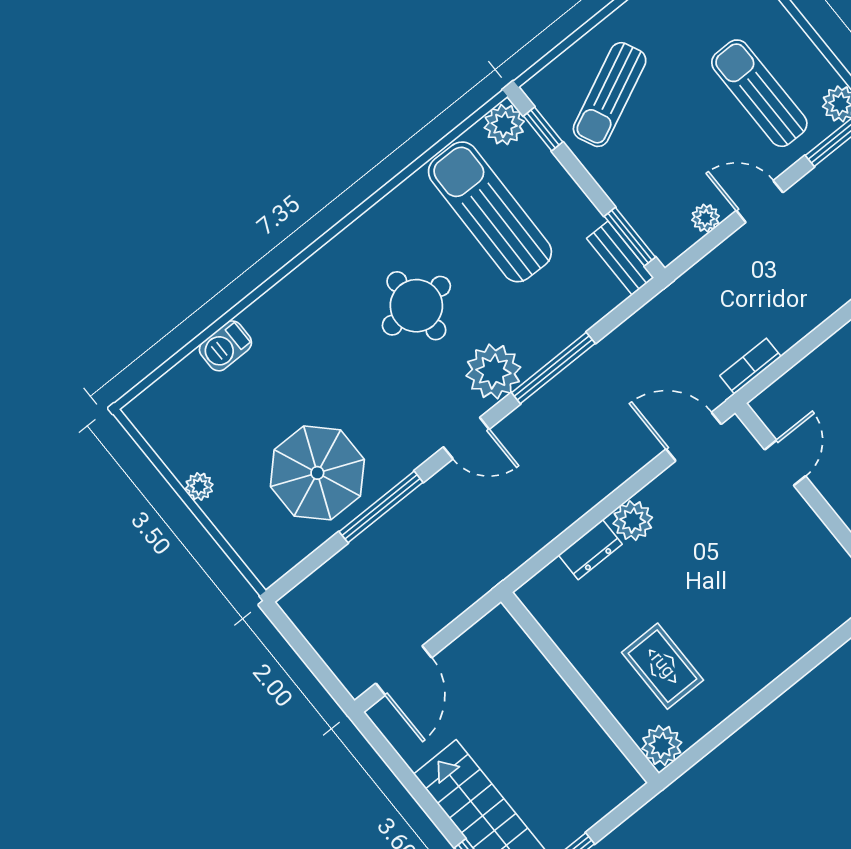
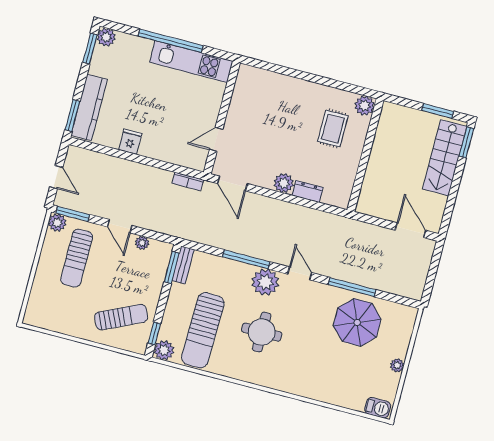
barbecue: (225, 346) -> (378, 408), moved
door: (404, 670) -> (410, 230), hinge flipped

